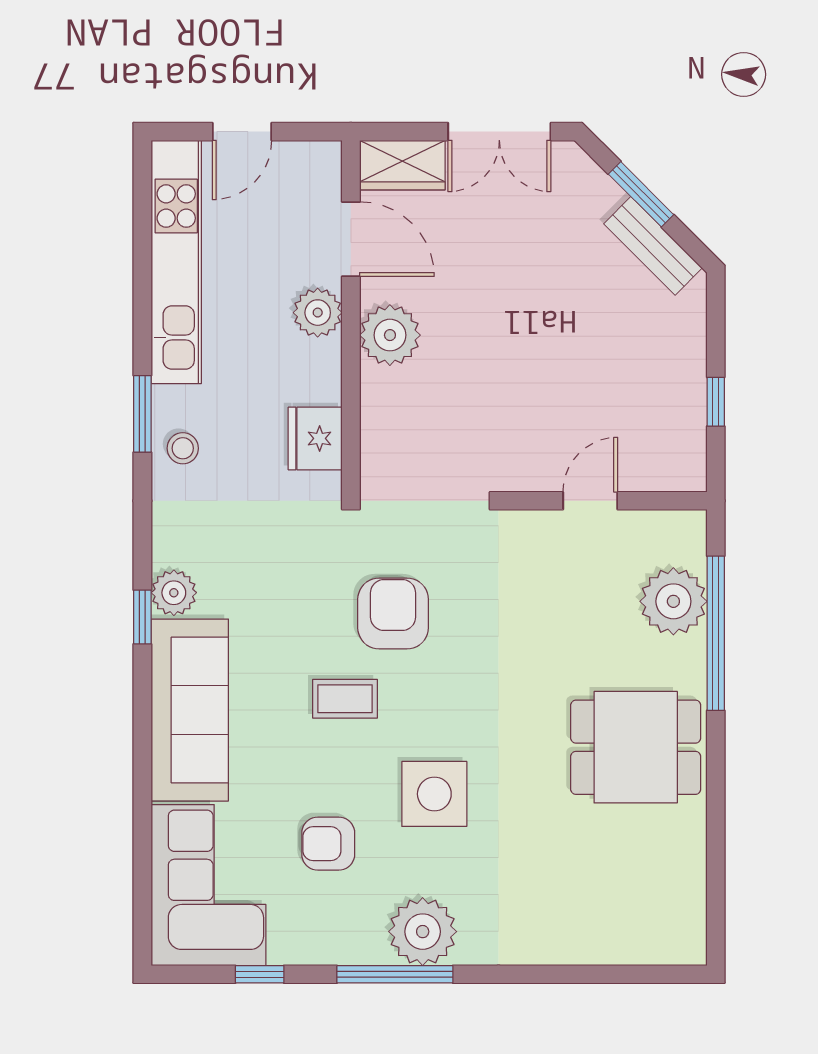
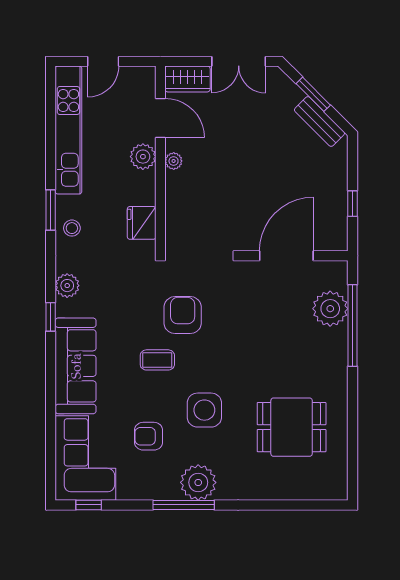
plant: (390, 335) -> (174, 161), width x0.53, depth x0.53
door: (590, 501) -> (286, 256), width x1.87
plant: (174, 593) -> (67, 286), moved
dining table: (636, 747) -> (292, 427), moved
window: (260, 974) -> (89, 505), moved

